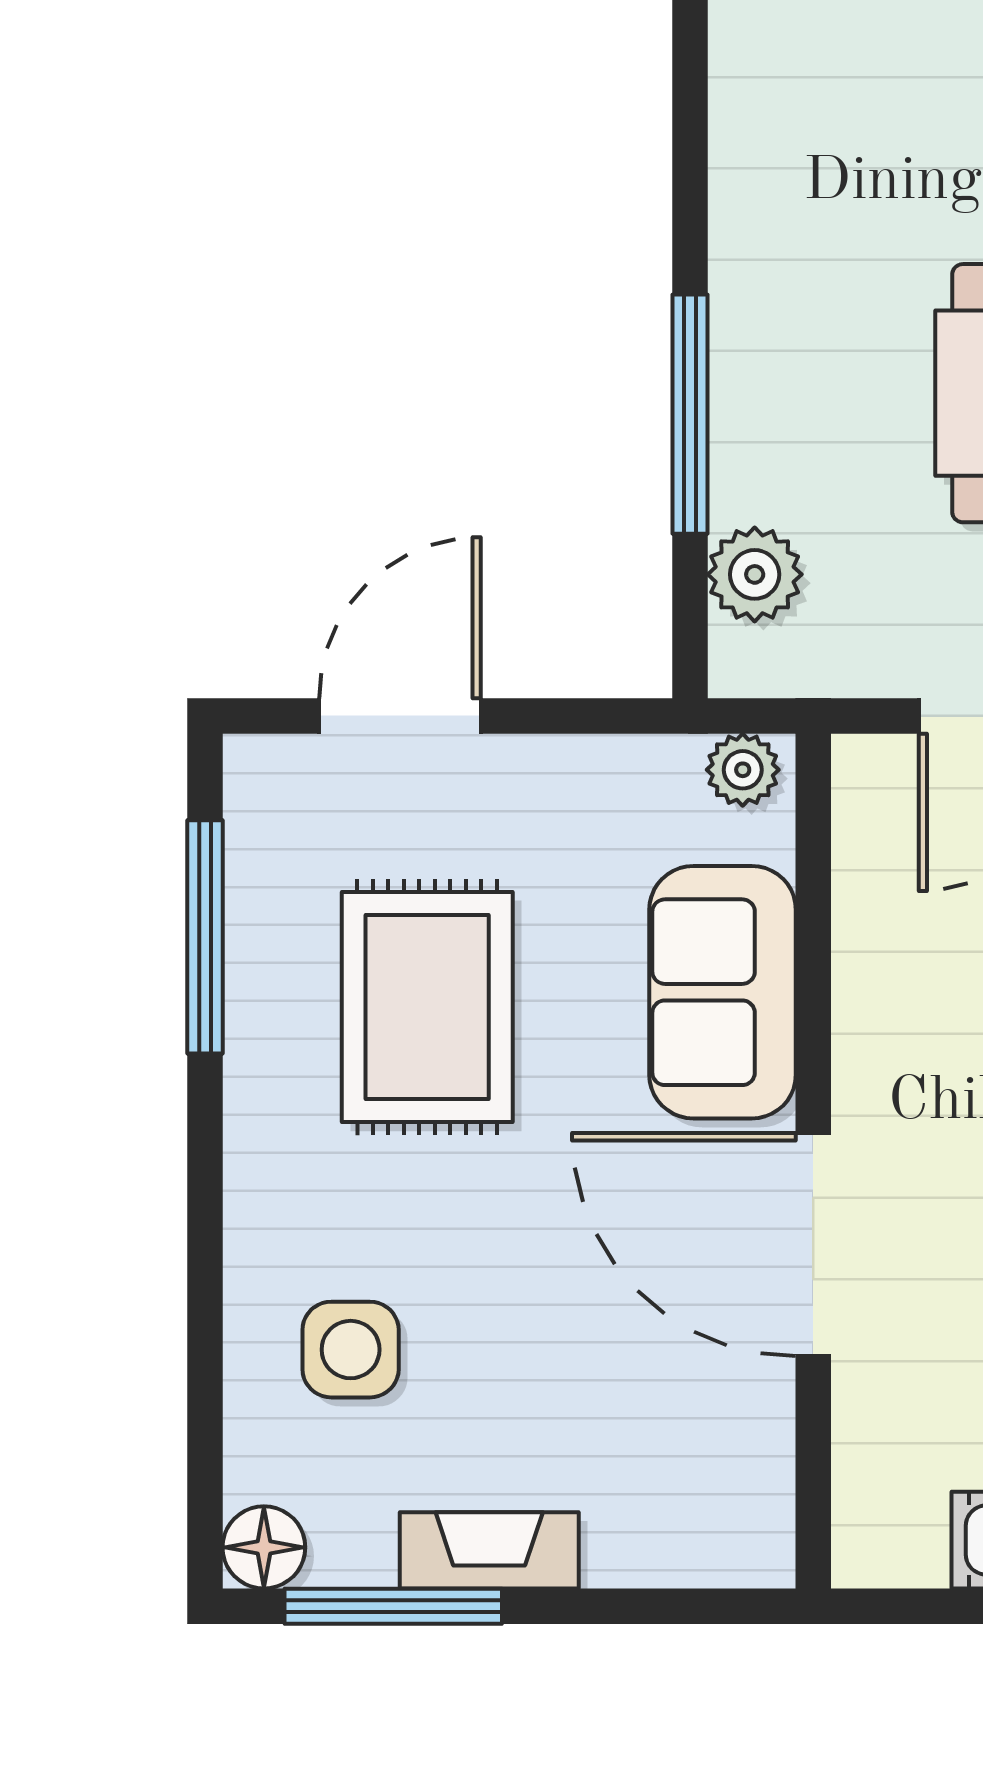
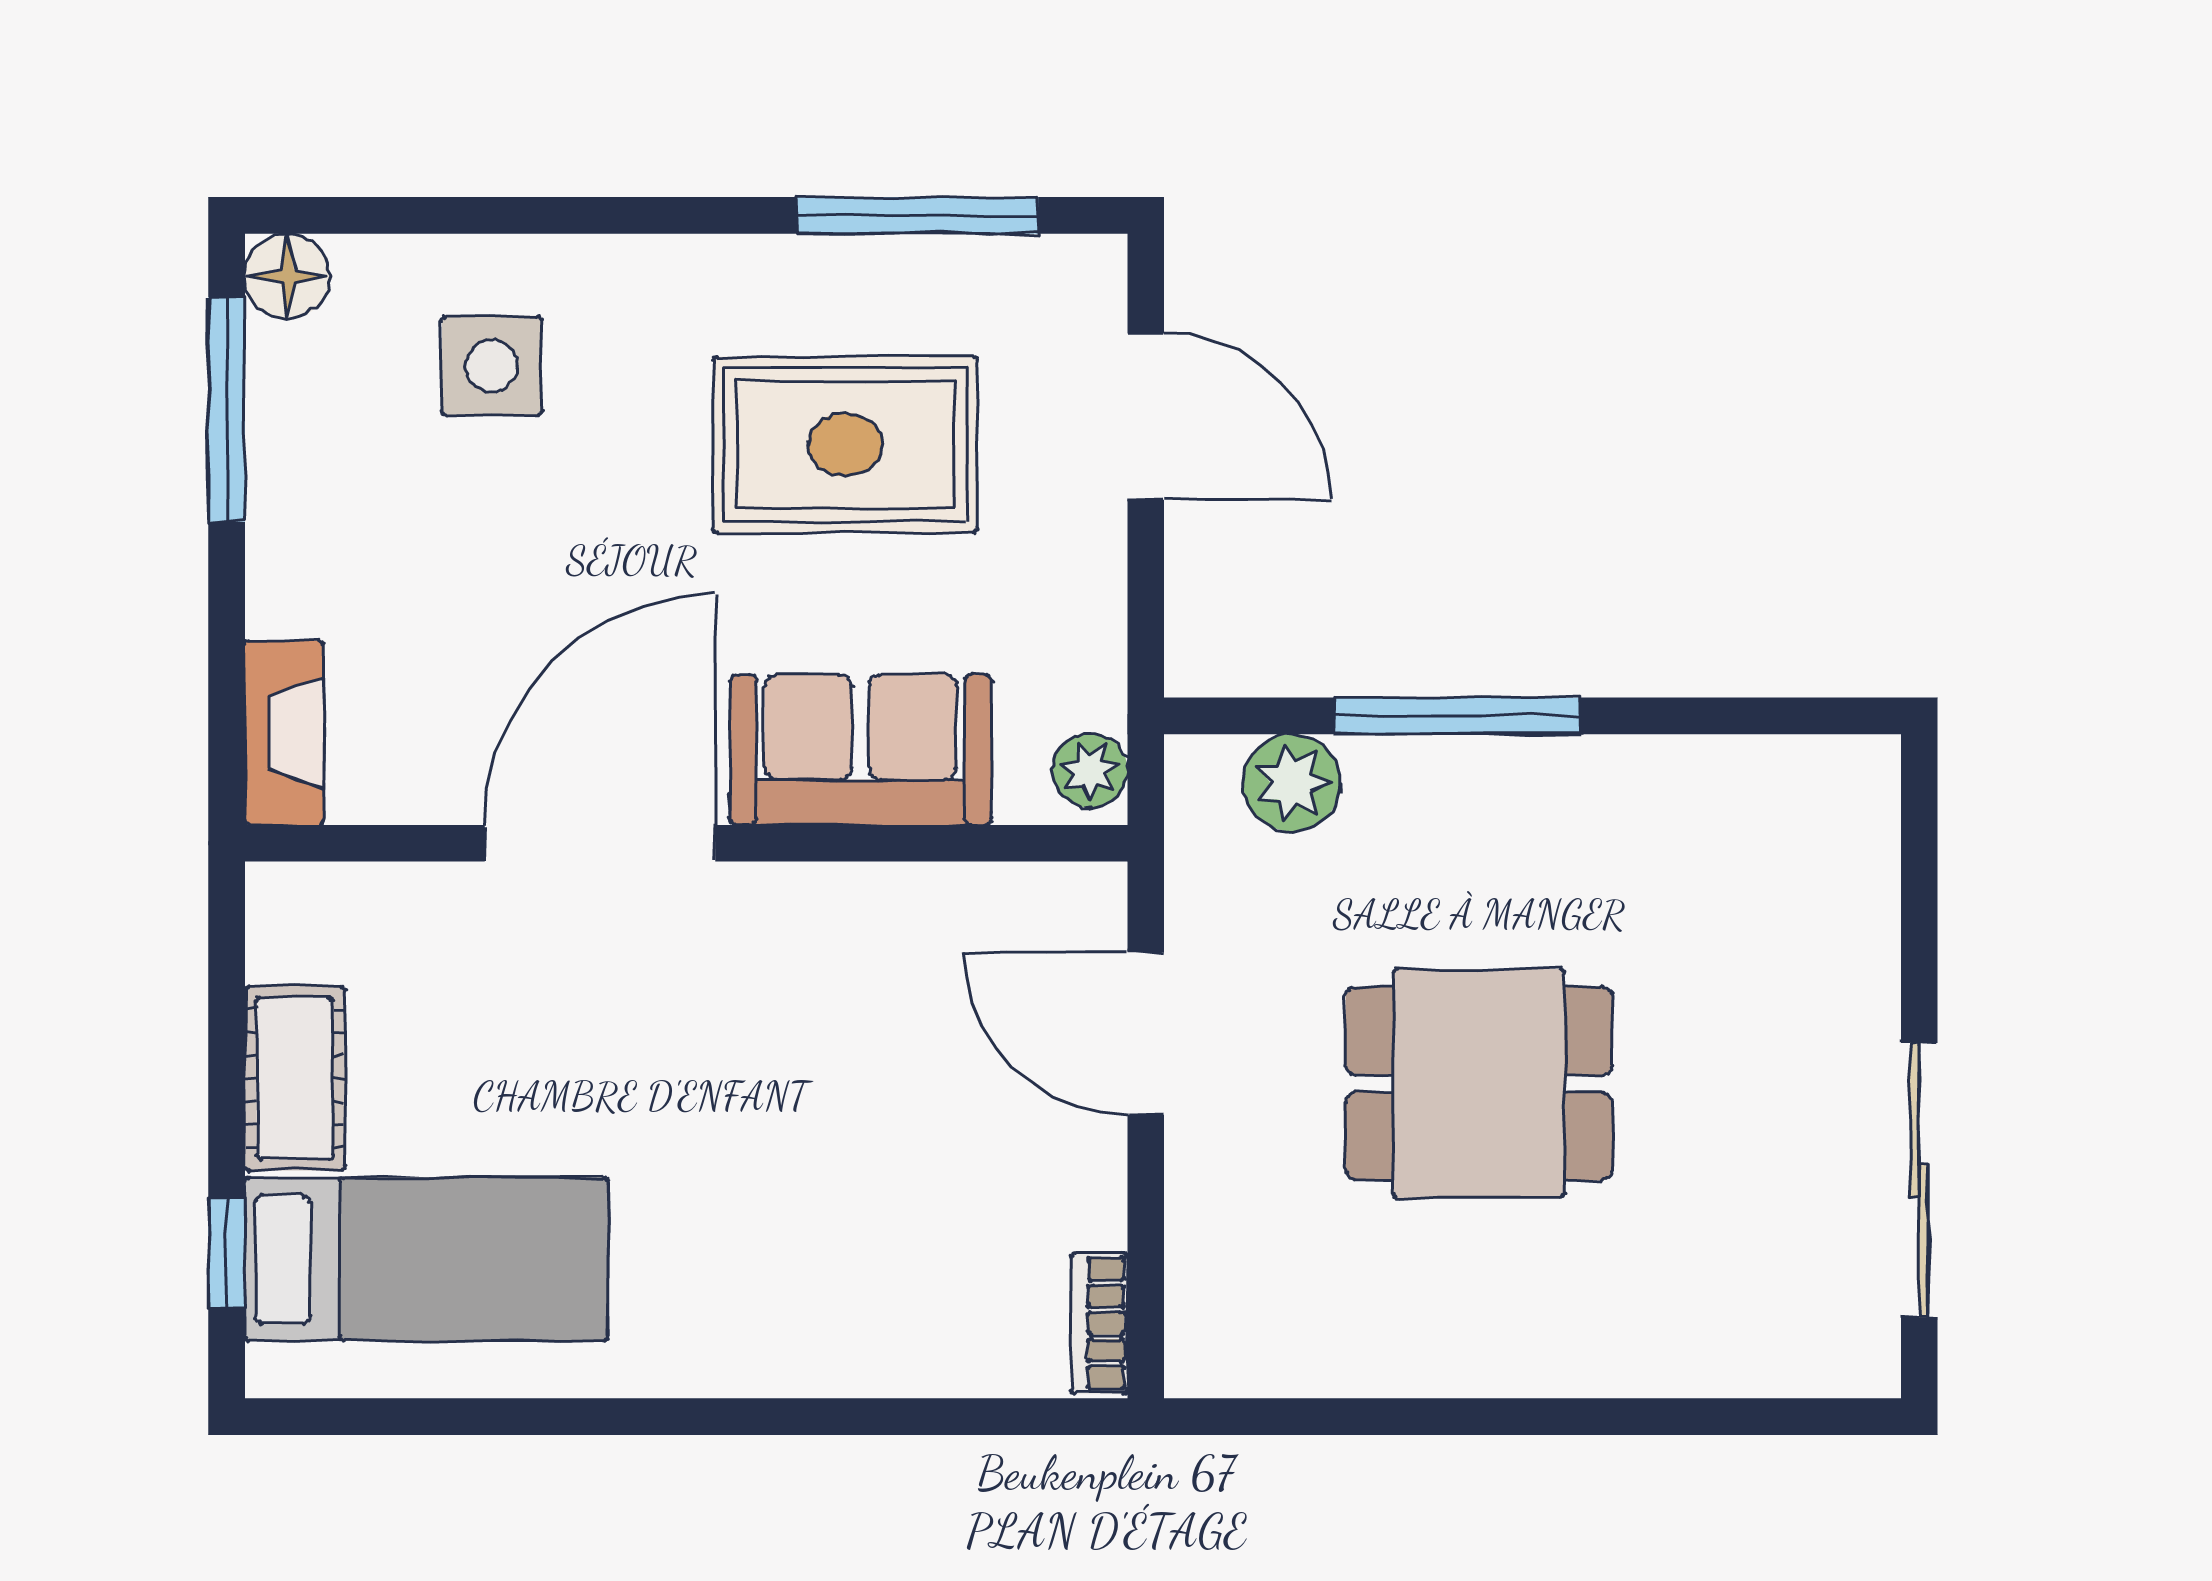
fireplace: (489, 1550) -> (284, 733), moved

